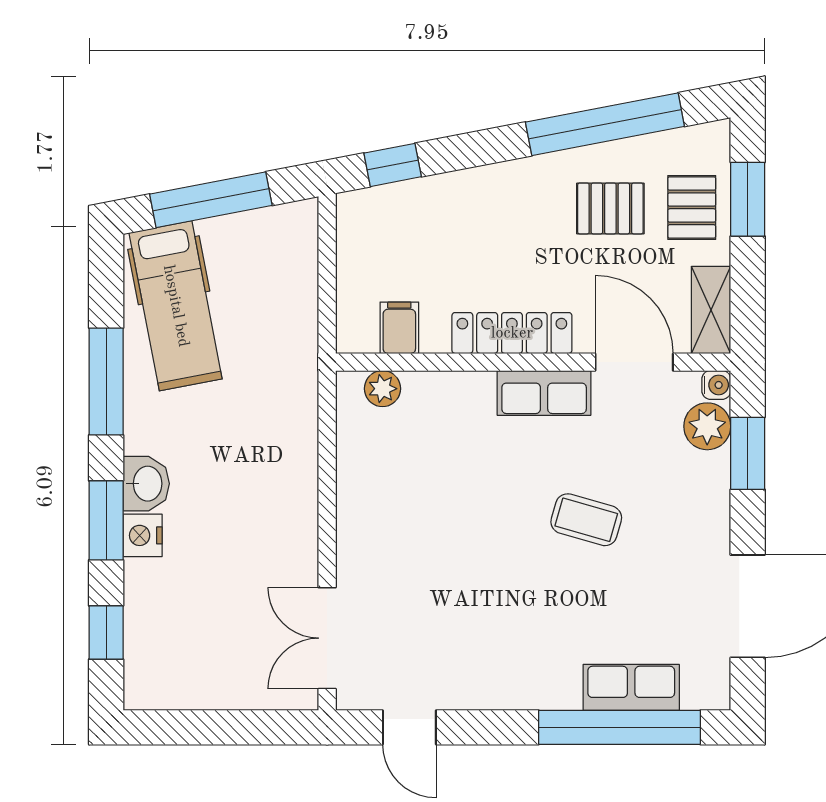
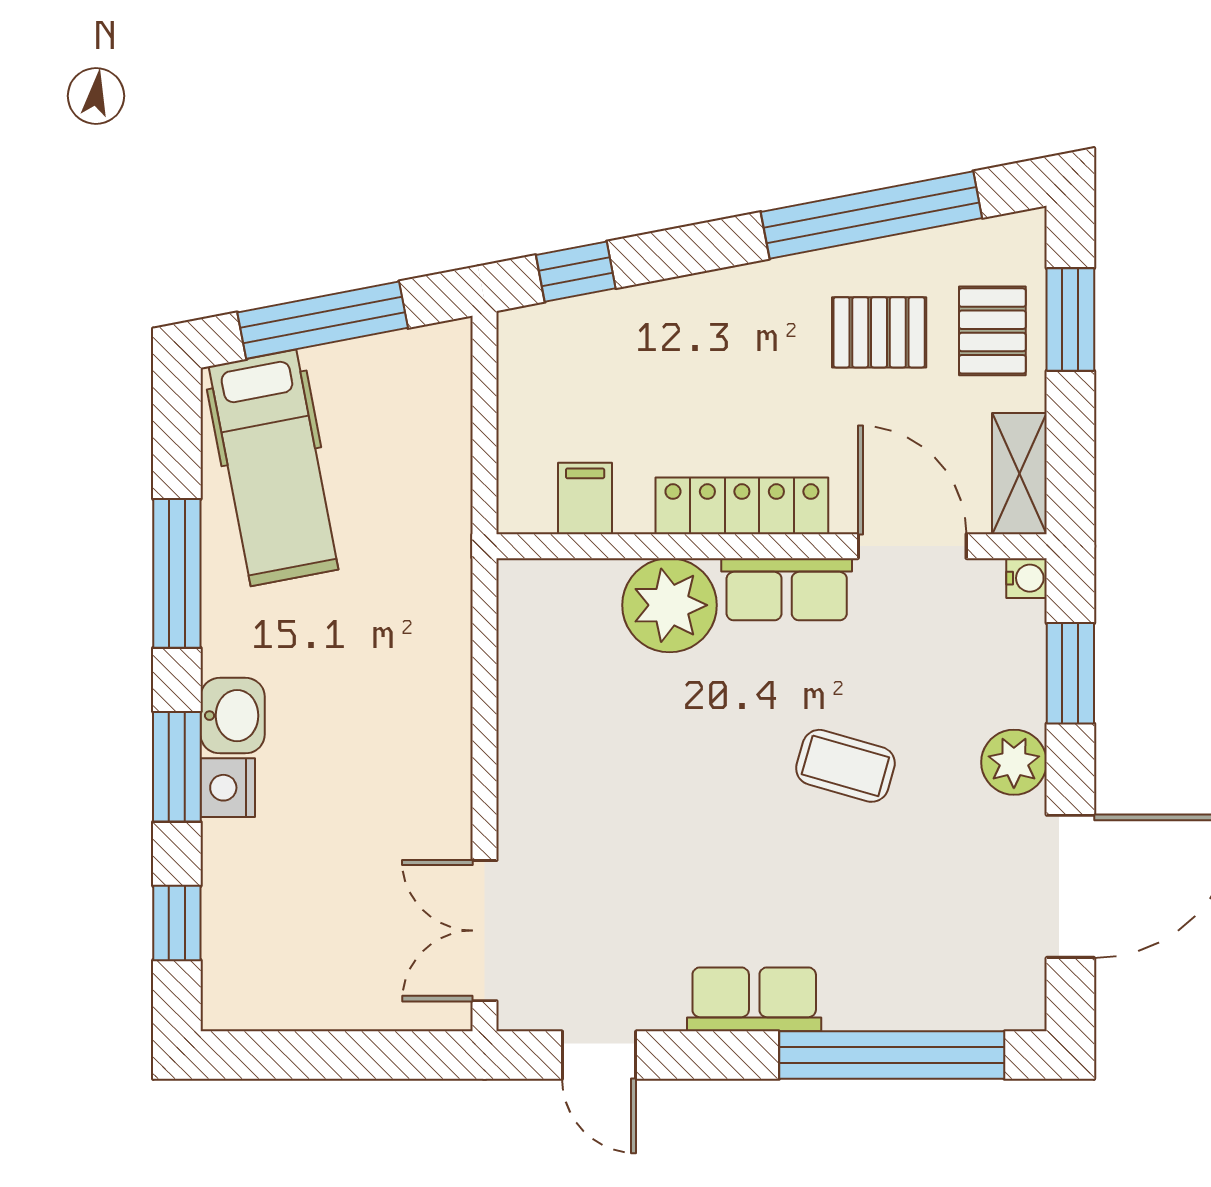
plant: (382, 389) -> (670, 605), moved, width x1.88, depth x1.88
plant: (707, 426) -> (1014, 762), moved
row of seats: (631, 687) -> (754, 999), moved

